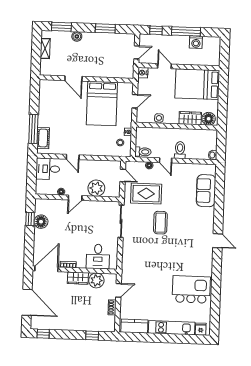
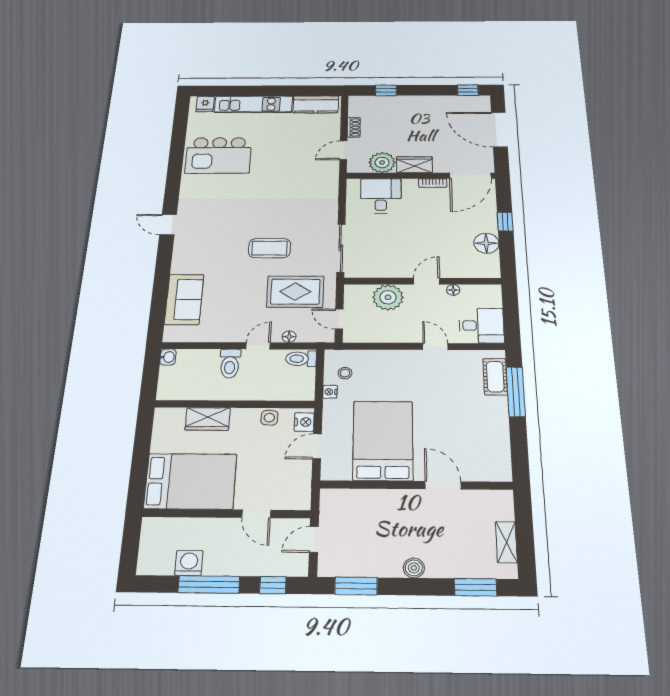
window: (105, 28) -> (356, 586), moved
boiler: (77, 36) -> (414, 568), moved
nightstand: (143, 73) -> (304, 422), moved
floor lamp: (209, 119) -> (172, 419), removed
door: (166, 160) -> (258, 346), hinge flipped
window: (30, 219) -> (505, 222), moved
coffee table: (160, 223) -> (270, 248), turned 90

